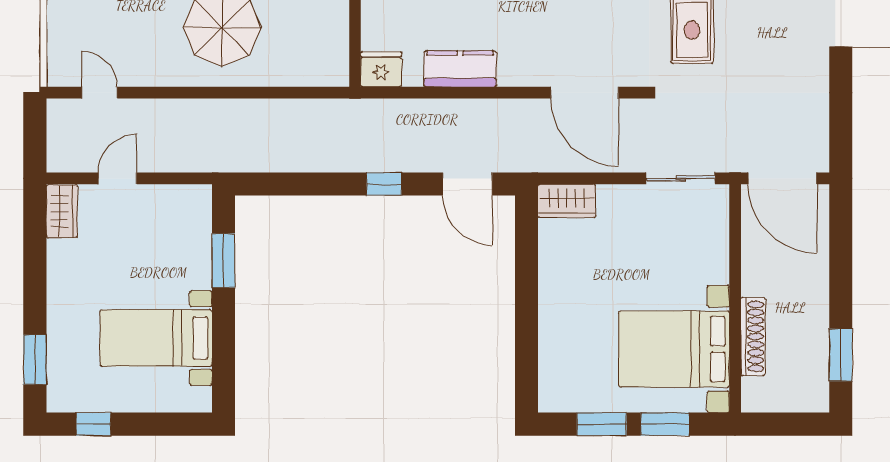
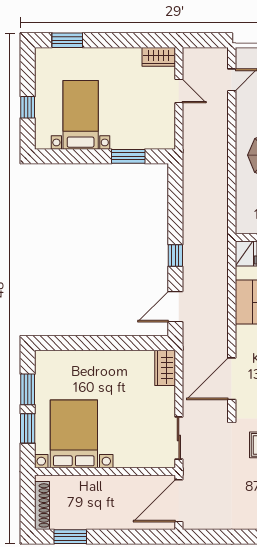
shoe rack: (753, 336) -> (42, 505), moved, turned -90
window: (93, 424) -> (28, 107), moved

